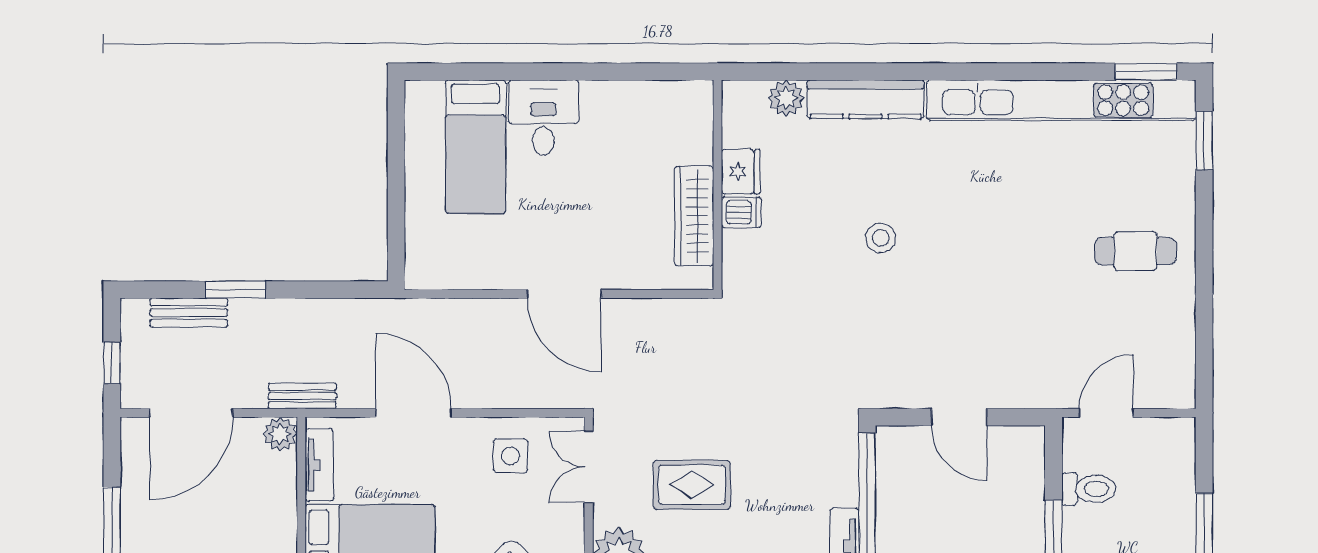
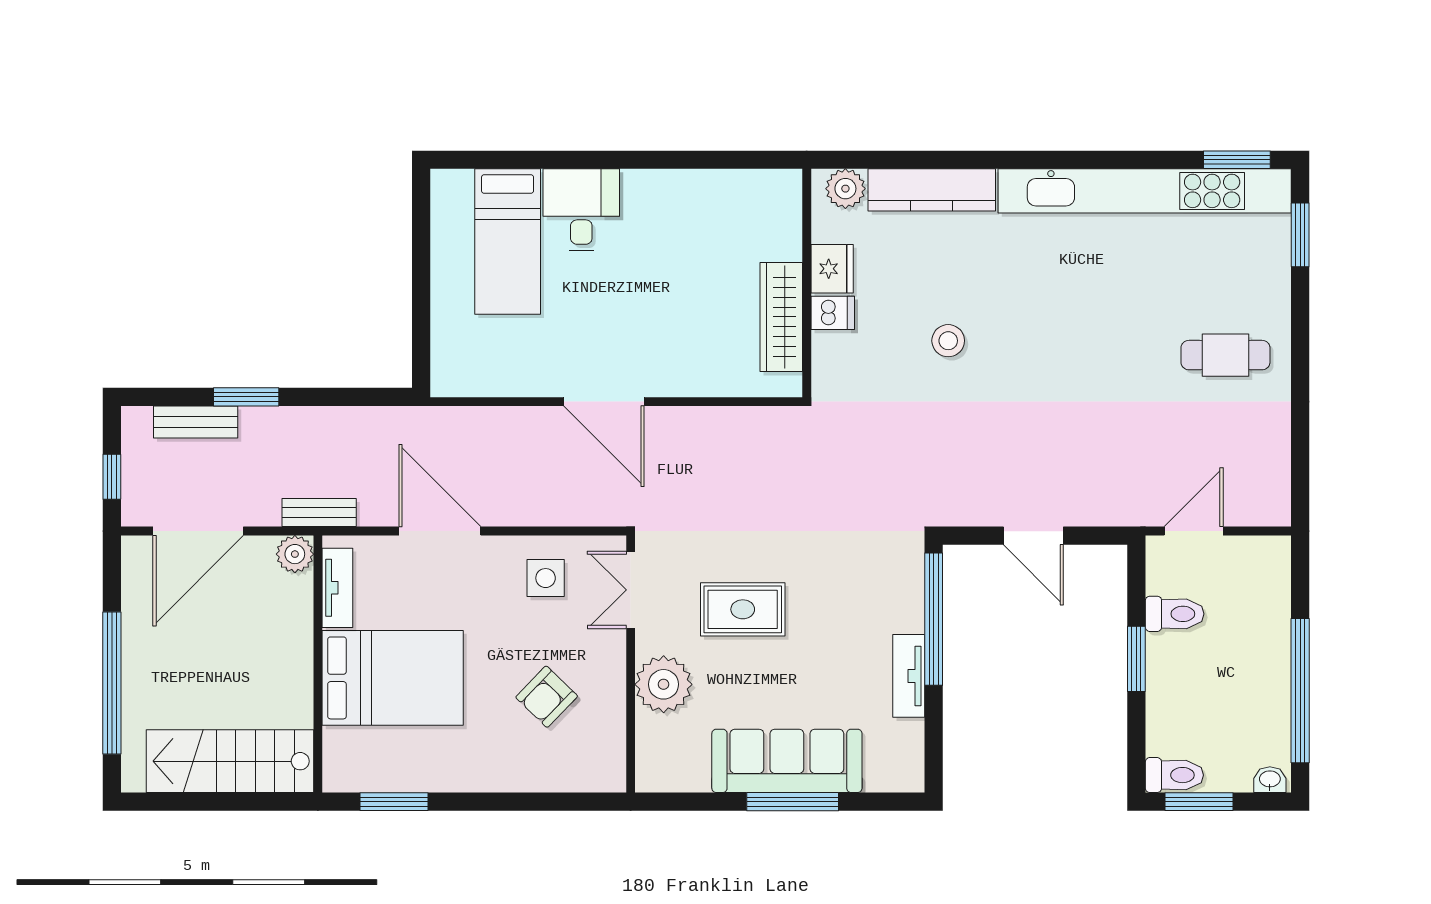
fridge: (741, 172) -> (832, 269), moved
wall: (718, 185) -> (807, 283), moved
dishwasher: (741, 212) -> (833, 313), moved
wardrobe: (694, 216) -> (781, 317), moved

